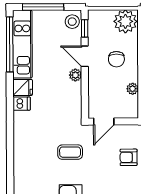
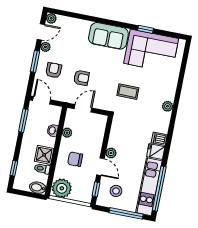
stool: (72, 22) -> (116, 191), moved
chair: (116, 59) -> (75, 159), turned -90
door: (104, 121) -> (83, 108), moved
plant: (19, 144) -> (168, 106), added

